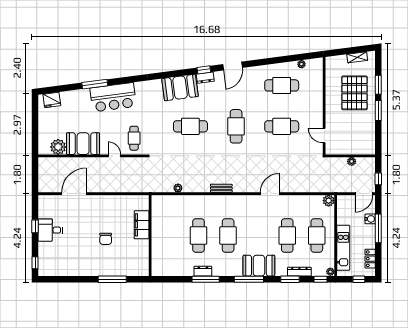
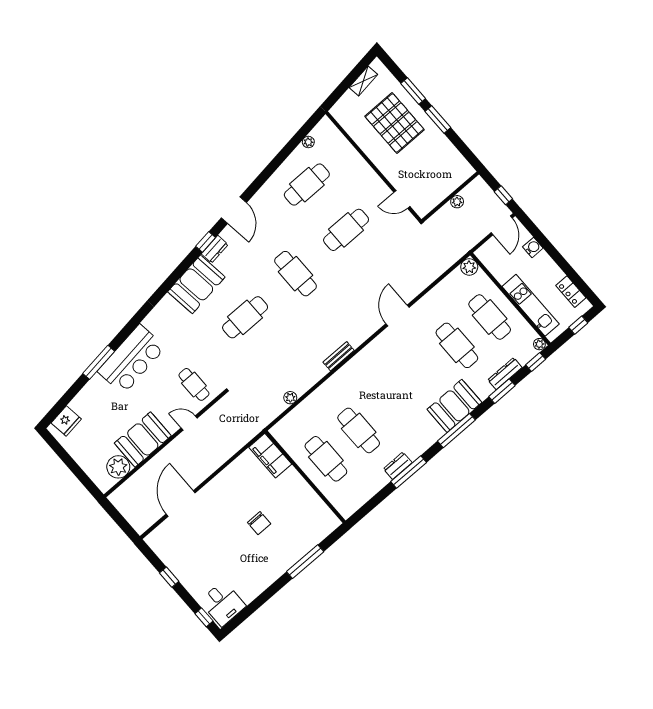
filing cabinet: (142, 225) -> (270, 456), moved
window: (378, 228) -> (551, 250), removed
desk: (50, 230) -> (223, 604), moved, turned -90
cafe table: (228, 236) -> (326, 459), moved

